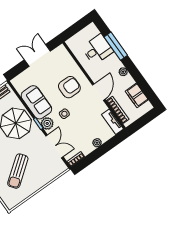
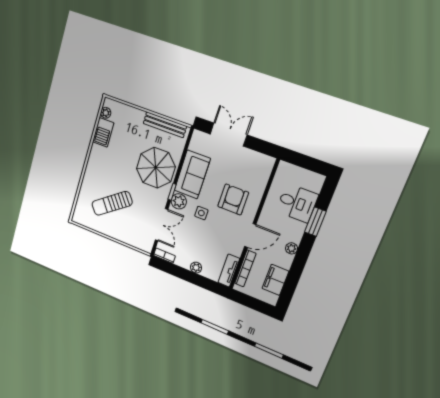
window: (116, 46) -> (315, 222), width x0.69
double door: (37, 55) -> (228, 134), moved
armchair: (69, 87) -> (233, 199), turned -90

